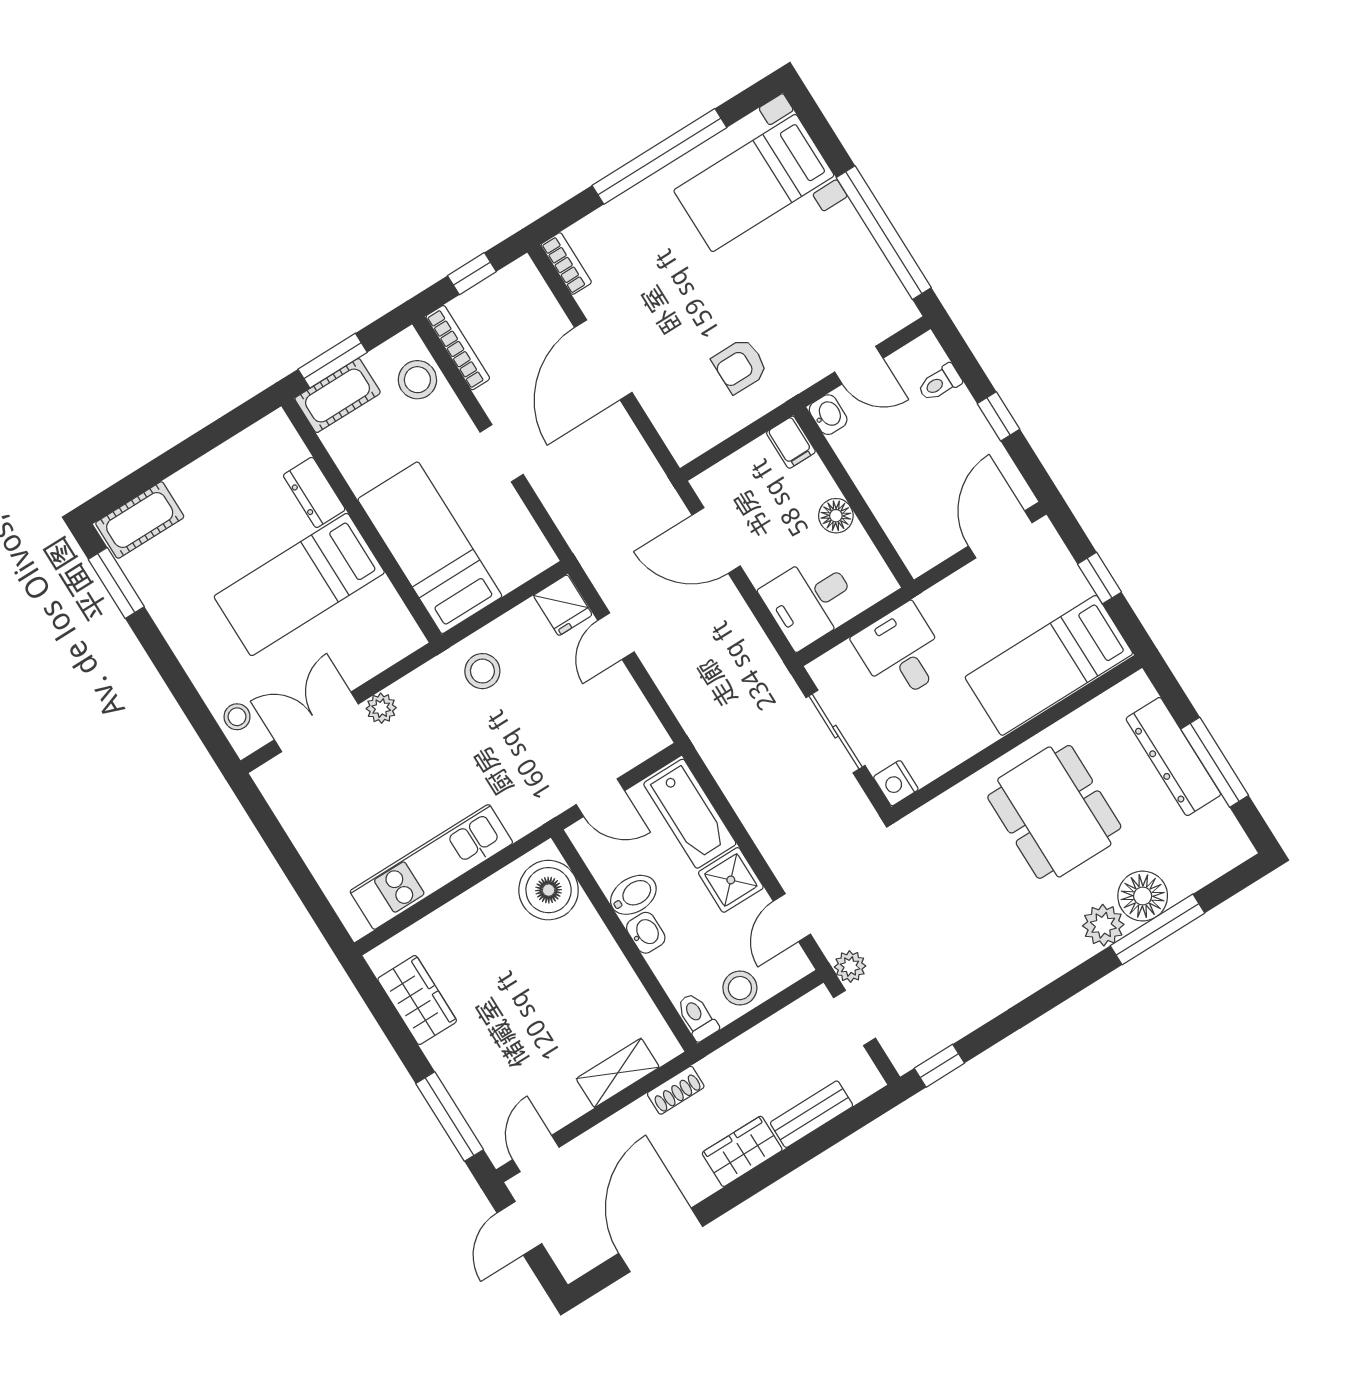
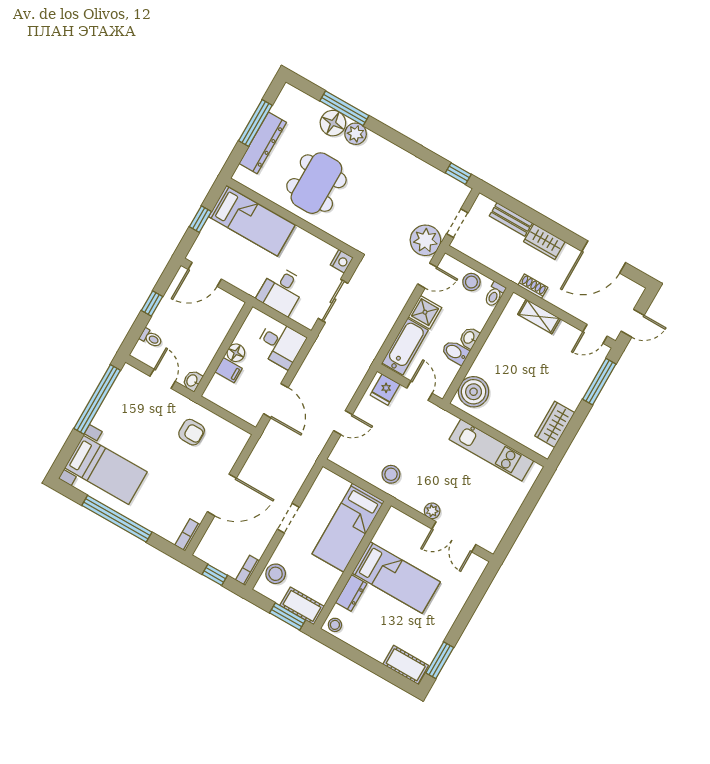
bookcase: (458, 348) -> (247, 570), width x0.64
filing cabinet: (791, 442) -> (229, 370), moved, turned 90
fridge: (563, 605) -> (385, 390), moved, turned 180
stool: (237, 717) -> (335, 625), moved
plant: (850, 966) -> (425, 240), width x1.88, depth x1.88

